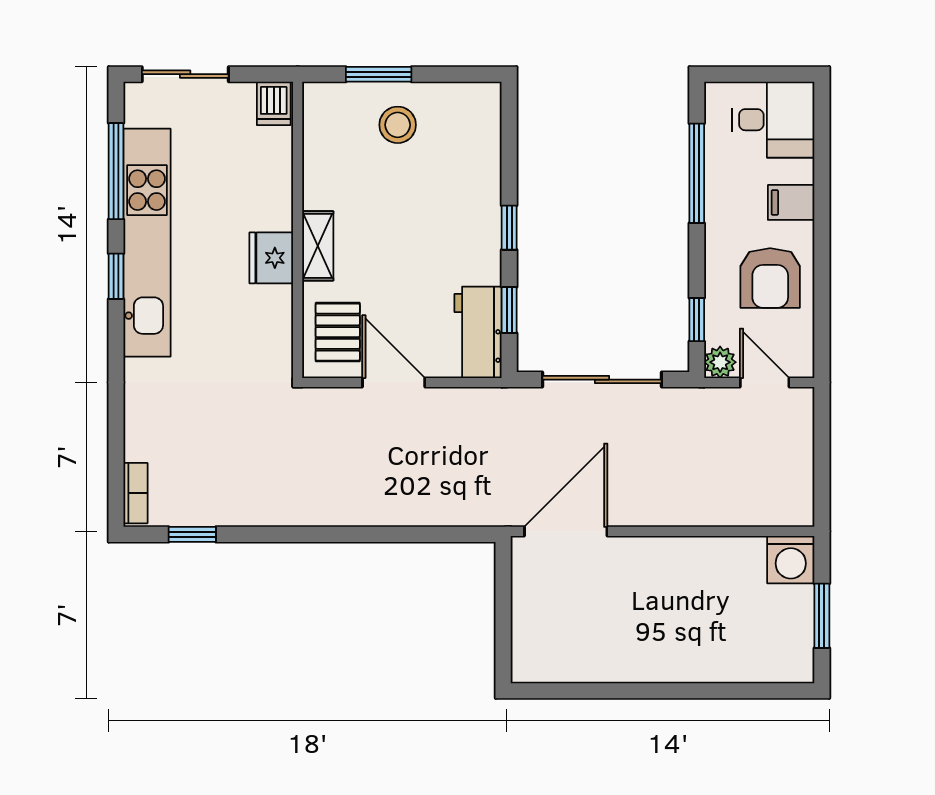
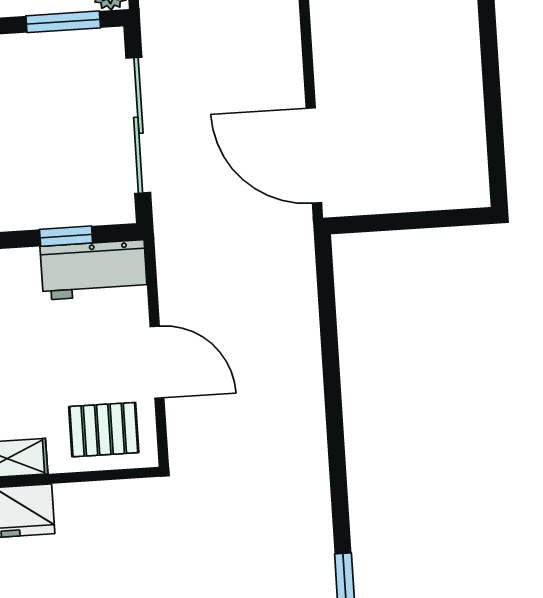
window: (697, 320) -> (63, 22), width x1.50
door: (394, 382) -> (157, 362), swing flipped

